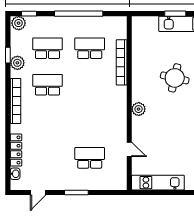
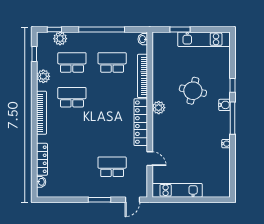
window: (175, 14) -> (180, 29), moved
plant: (19, 23) -> (60, 39), moved
washbasin: (122, 24) -> (143, 39), added
window: (8, 55) -> (34, 54), moved
plant: (139, 109) -> (159, 108), moved
locker: (120, 111) -> (141, 122), added
door: (38, 192) -> (132, 200), moved

